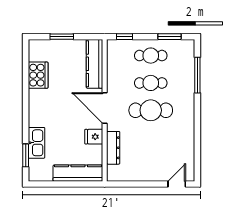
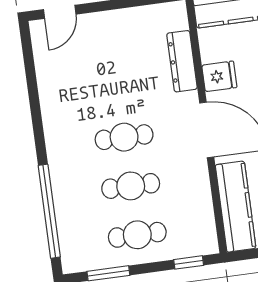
window: (197, 75) -> (49, 211), width x1.46
cafe table: (151, 110) -> (124, 137), width x0.73, depth x0.74

